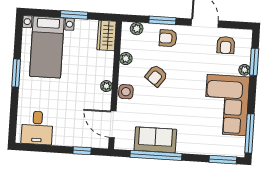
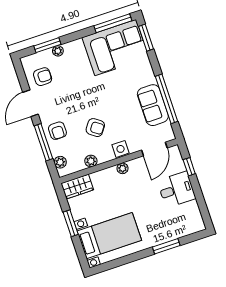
window: (162, 20) -> (44, 142), width x1.44
window: (16, 73) -> (166, 246), moved
corner sofa: (227, 105) -> (115, 48), moved
desk: (37, 128) -> (176, 190), moved

